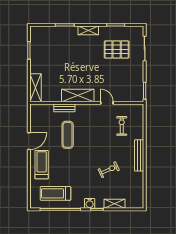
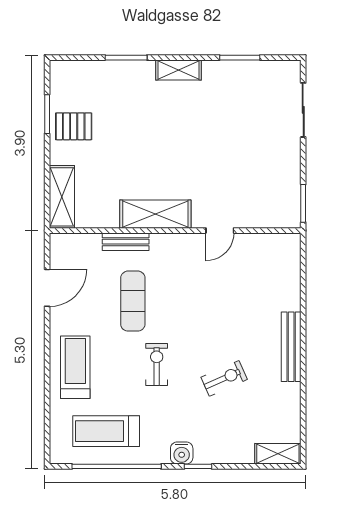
pallet: (117, 49) -> (74, 126), moved, width x0.67, depth x0.71
door: (107, 103) -> (220, 231), swing flipped
exercise bike: (122, 126) -> (157, 364), moved
door: (29, 141) -> (47, 288), moved
shelving: (115, 204) -> (278, 454), moved

